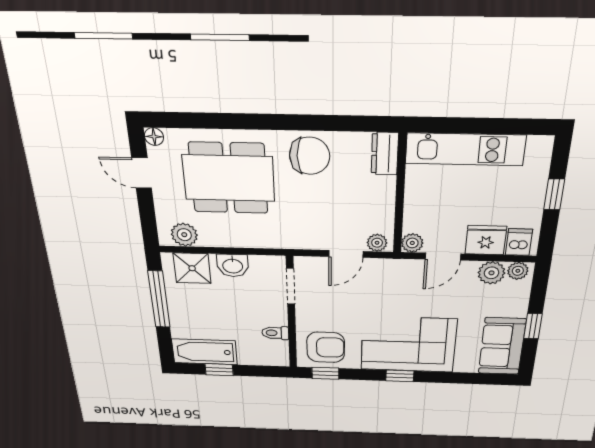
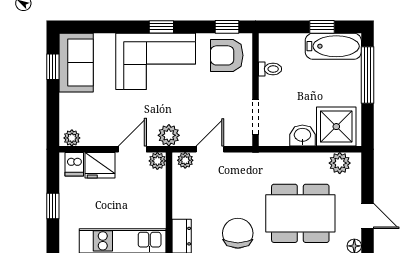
chair: (310, 156) -> (238, 233), turned 90
shower: (192, 268) -> (336, 127), width x1.36, depth x1.36
plant: (491, 273) -> (169, 135), moved
window: (159, 299) -> (368, 75), moved
window: (533, 326) -> (53, 67), moved

